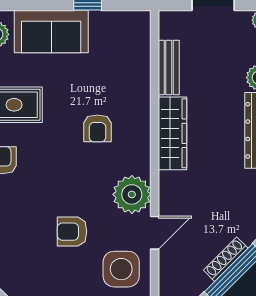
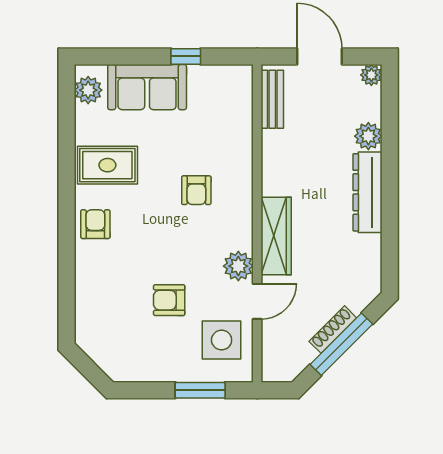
bench: (169, 67) -> (272, 99), moved
wardrobe: (172, 133) -> (276, 236), moved
plant: (132, 194) -> (238, 266), width x0.73, depth x0.73

